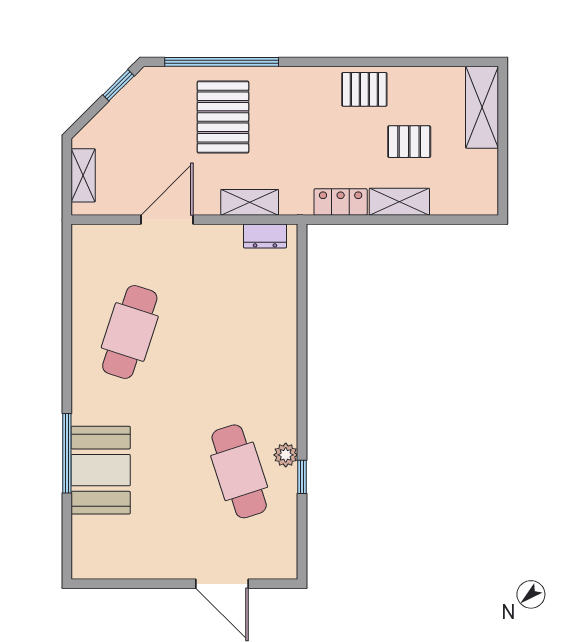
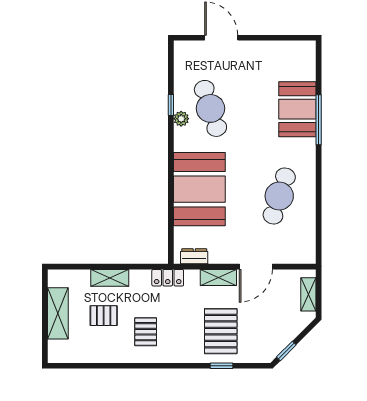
window: (222, 62) -> (222, 366), width x0.32
pallet: (364, 89) -> (146, 332), moved, turned 90
shelving: (482, 107) -> (58, 313), moved
shelving: (250, 202) -> (218, 277), moved
locker: (341, 202) -> (168, 278), moved
booth: (257, 343) -> (199, 189), added

